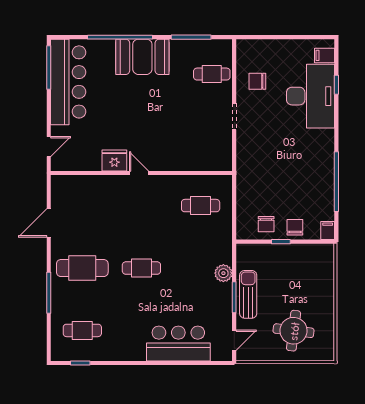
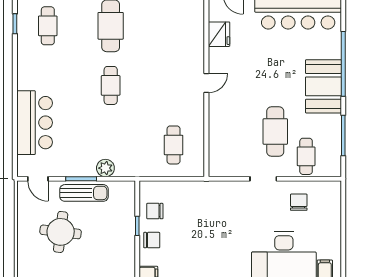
cafe table: (187, 105) -> (275, 131), added
fridge: (114, 160) -> (219, 34), moved
round table: (294, 331) -> (61, 232), moved

